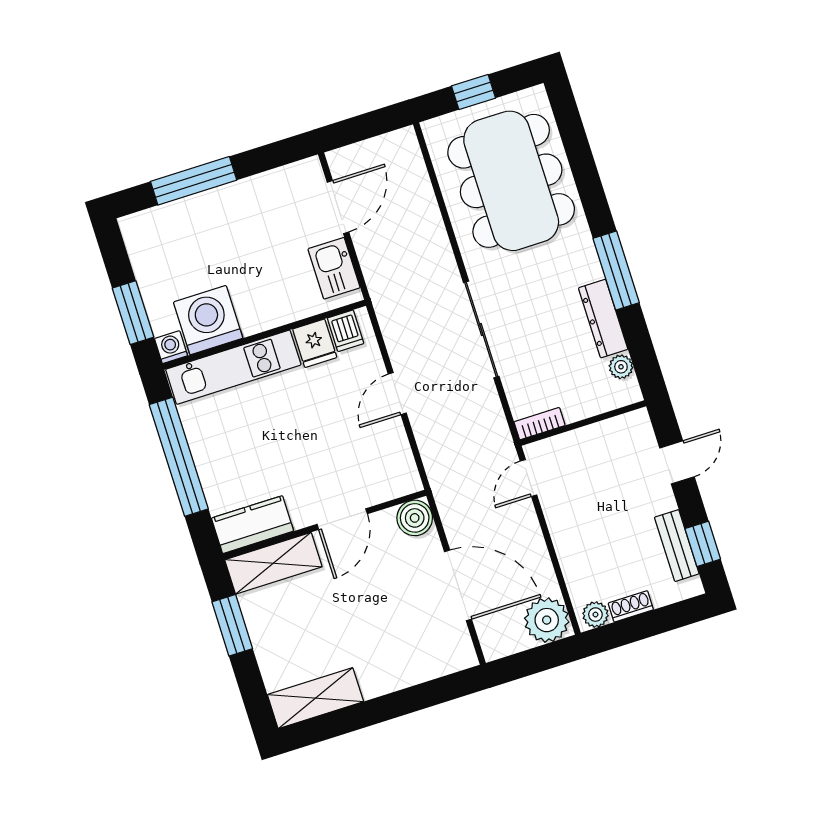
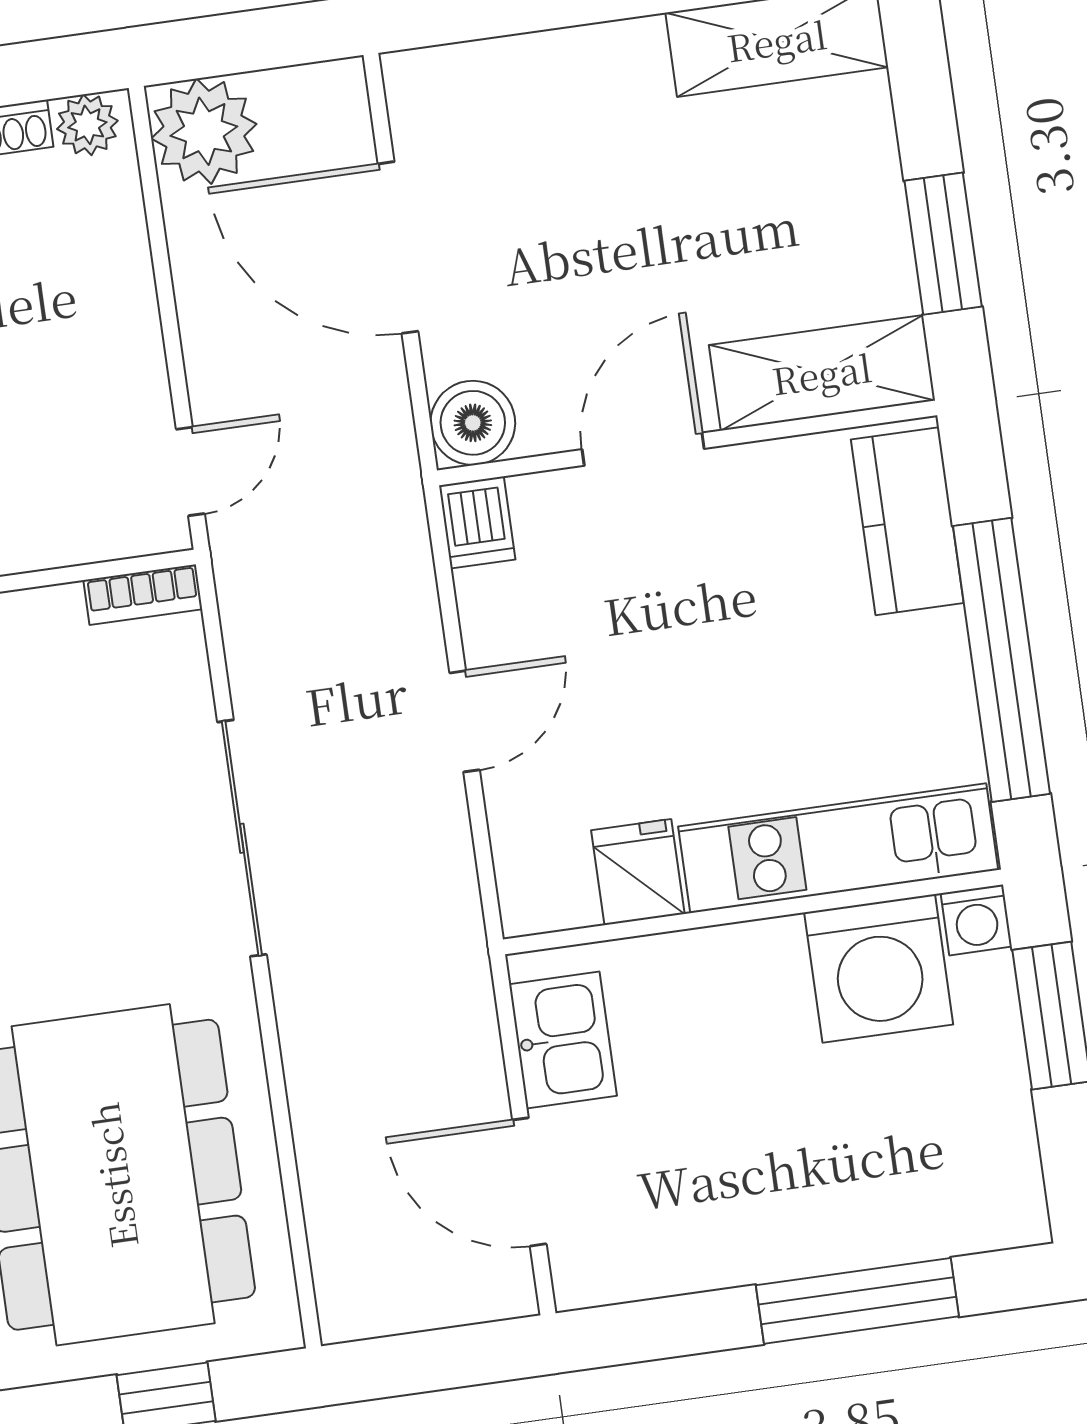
door: (338, 207) -> (529, 1182), hinge flipped
dishwasher: (346, 331) -> (477, 522), moved, turned 180
kitchen counter: (253, 525) -> (907, 521), moved, turned 90

